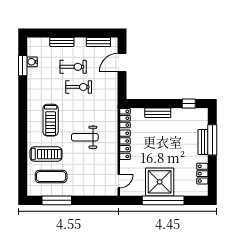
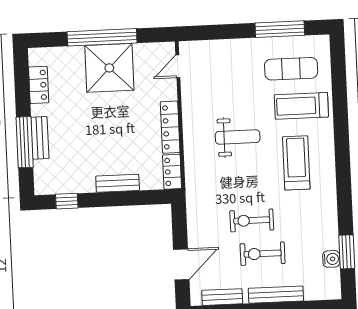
bench: (62, 42) -> (276, 295), width x1.36

